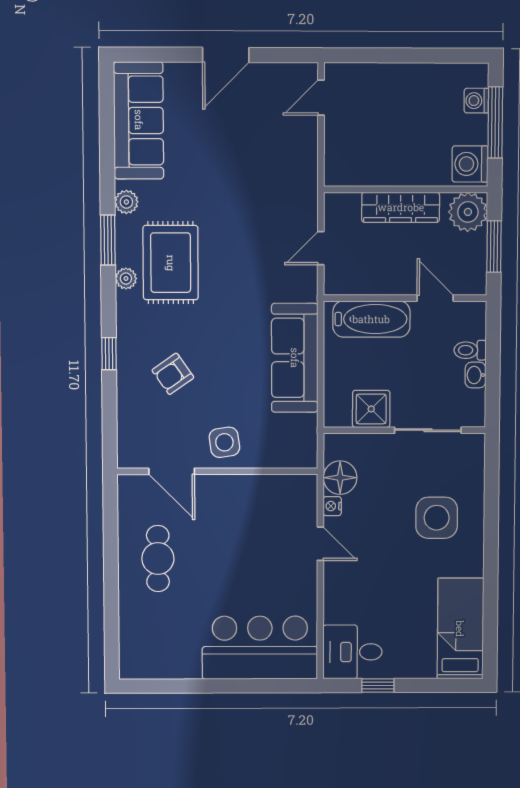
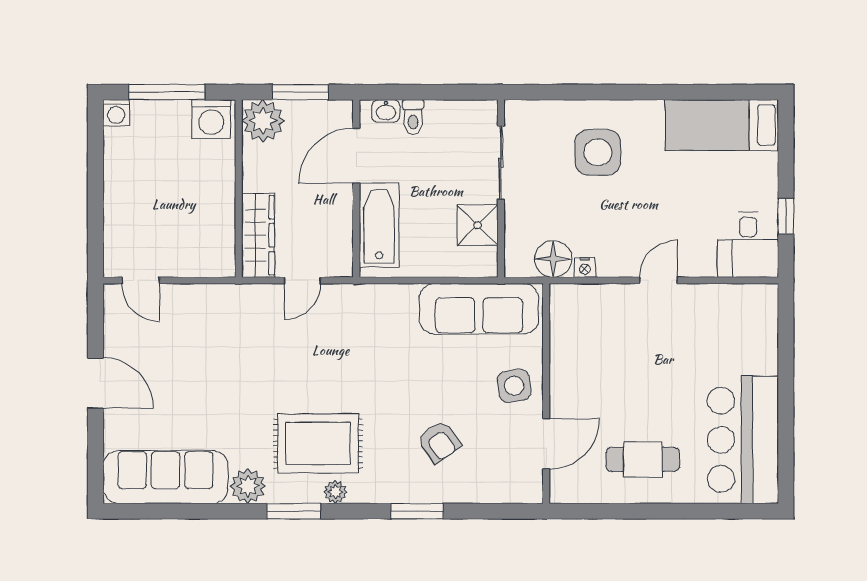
washing machine: (476, 101) -> (116, 113), moved
plant: (126, 202) -> (248, 486), width x1.38, depth x1.38
wardrobe: (401, 207) -> (258, 235), moved
door: (321, 248) -> (302, 280), hinge flipped
door: (435, 298) -> (356, 156), width x1.38
window: (109, 354) -> (417, 511), width x1.50
sofa: (295, 358) -> (479, 309), moved
washbasin: (476, 375) -> (386, 111), moved
door: (320, 544) -> (658, 280), moved
bar counter: (260, 648) -> (743, 440), moved

